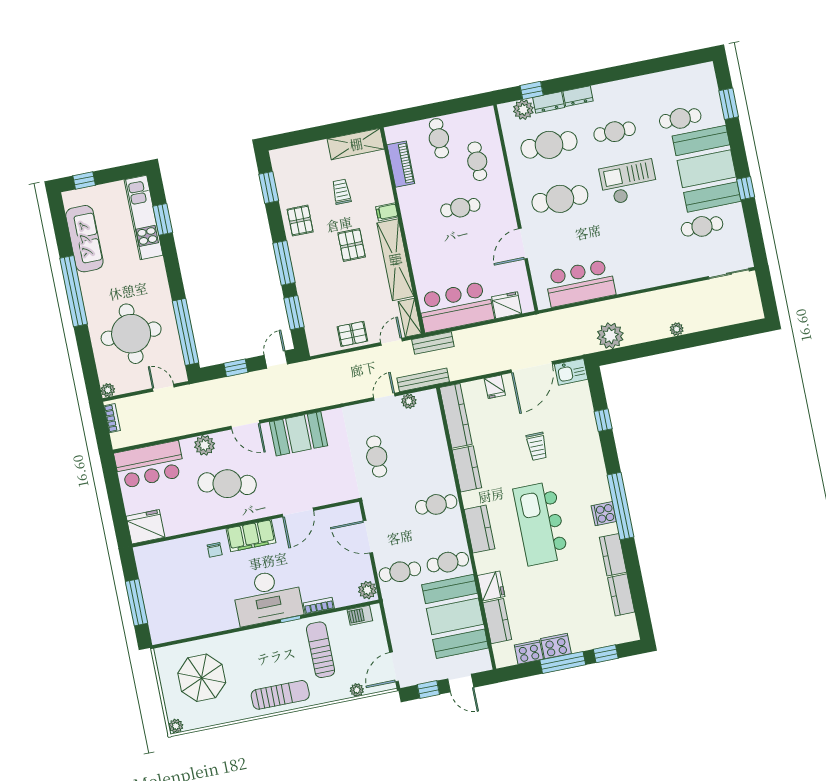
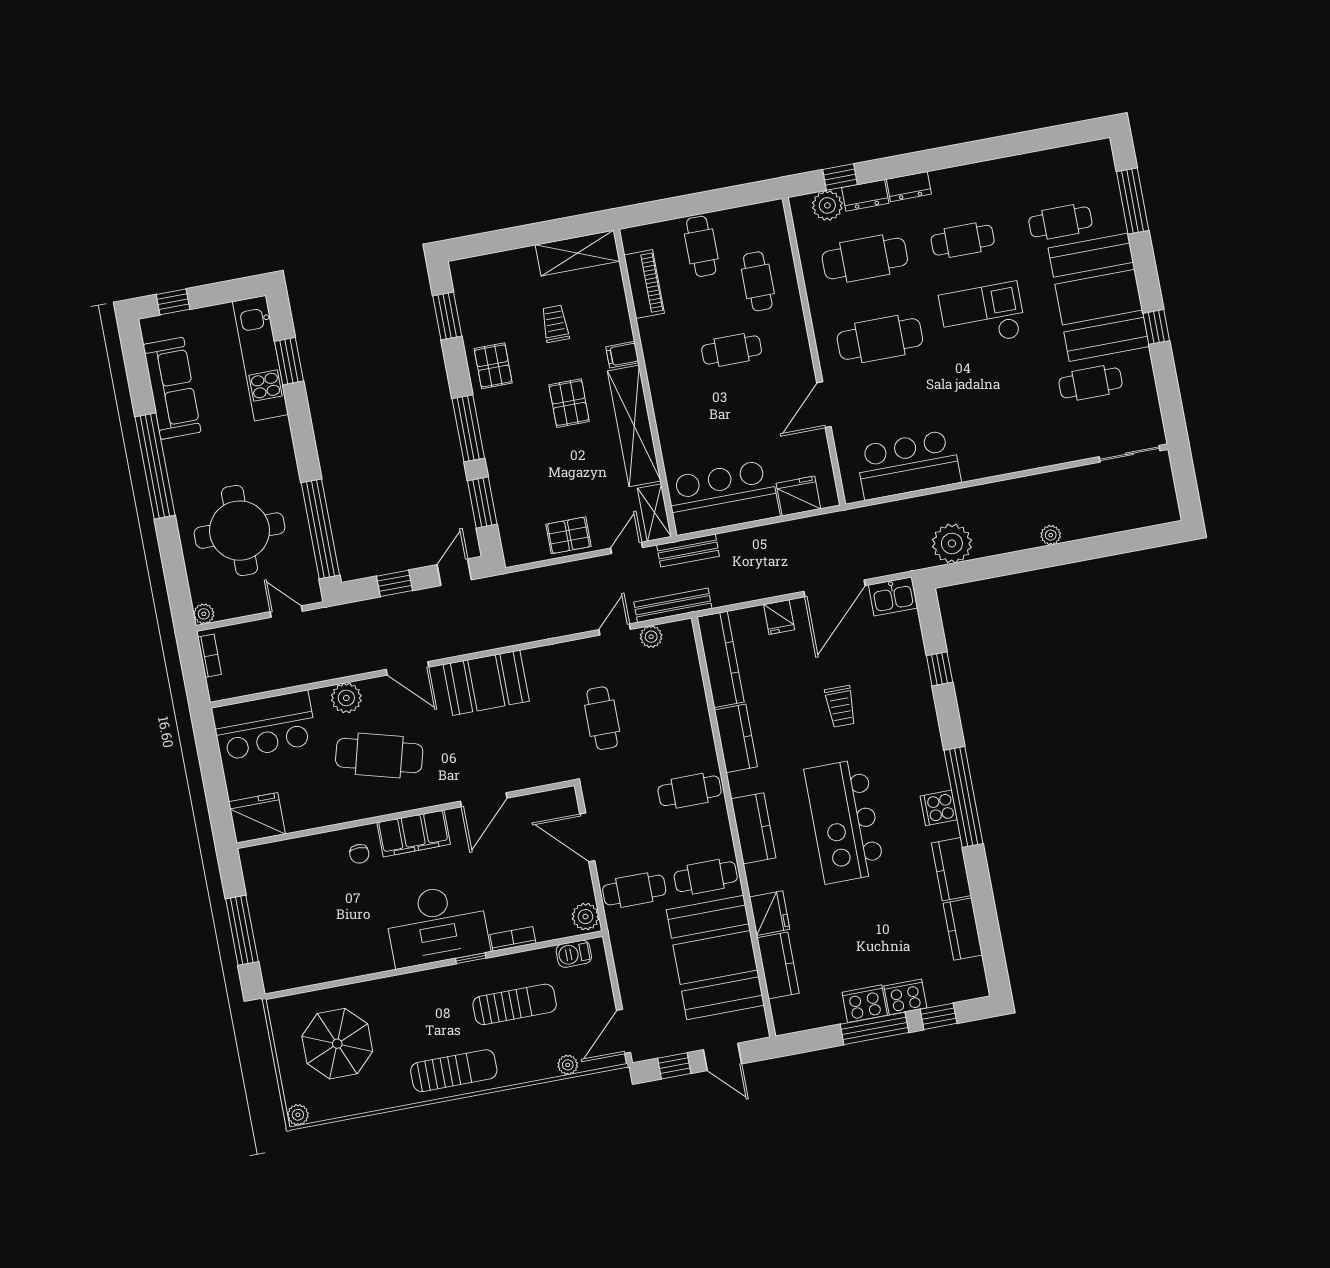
window: (729, 104) -> (1133, 201), width x1.44
sun lounger: (321, 650) -> (515, 1004), turned 90
cooker: (529, 652) -> (905, 997), moved

